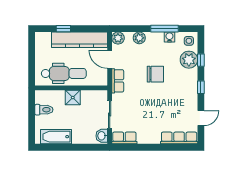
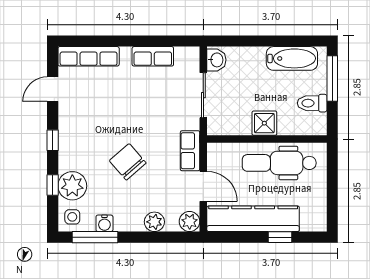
window: (164, 29) -> (95, 237), moved
chair: (155, 74) -> (128, 162), turned 49
window: (32, 125) -> (332, 79), added
row of seats: (124, 138) -> (153, 56), moved

